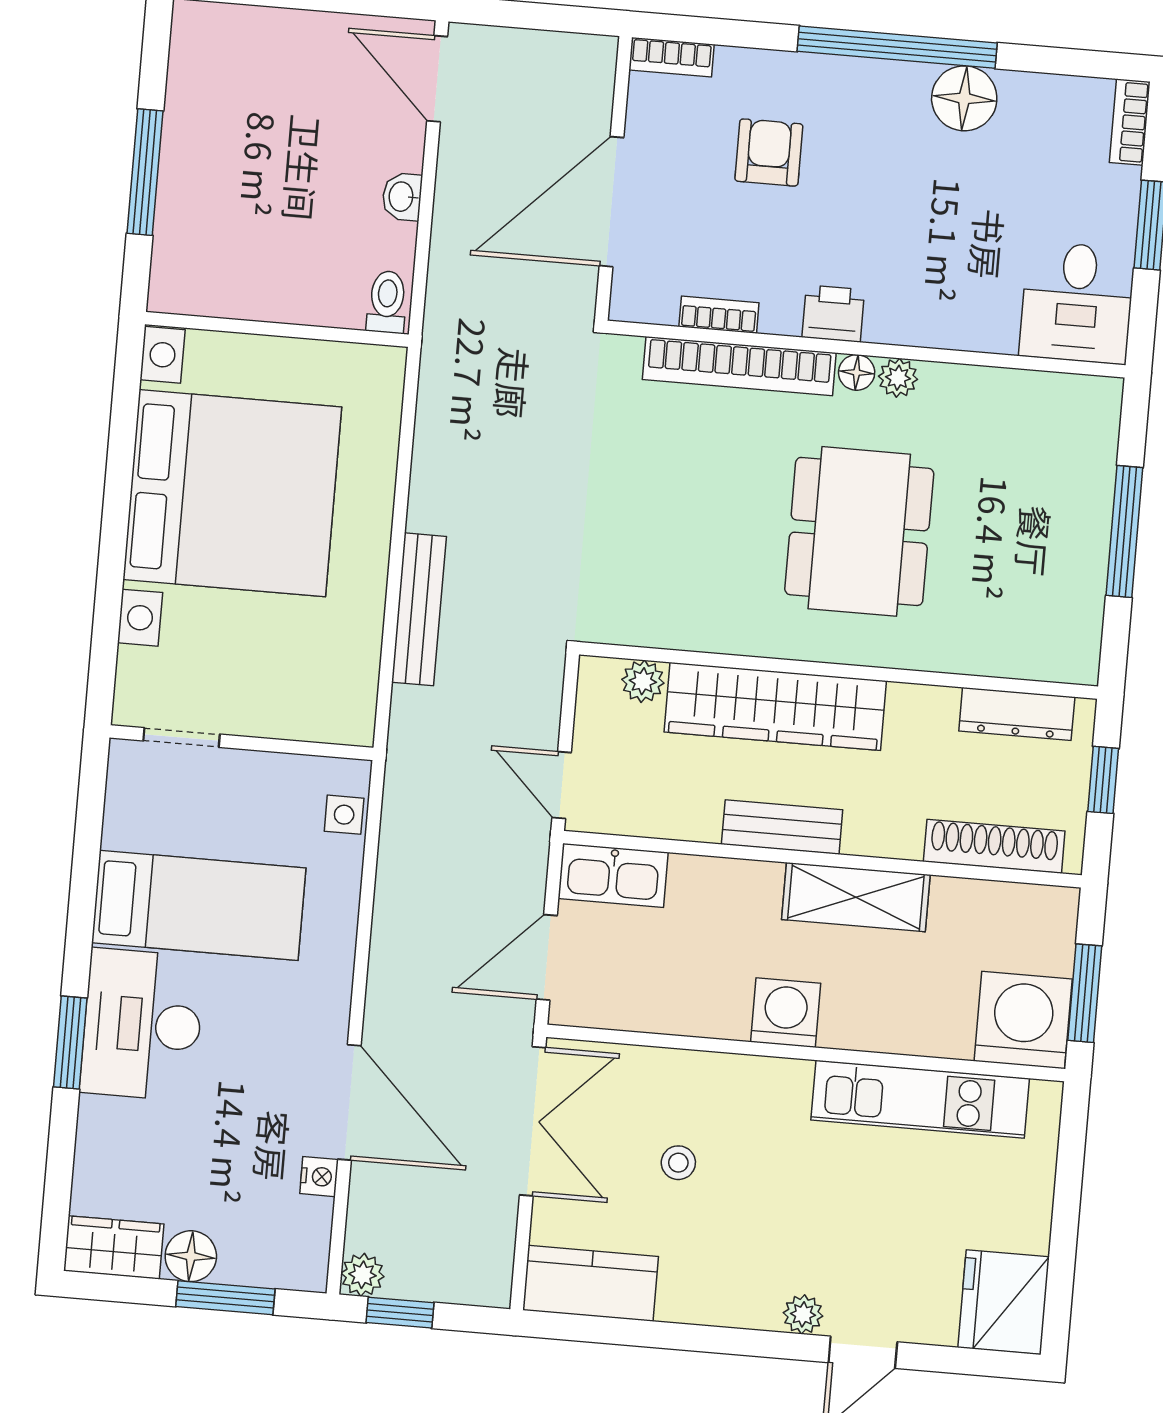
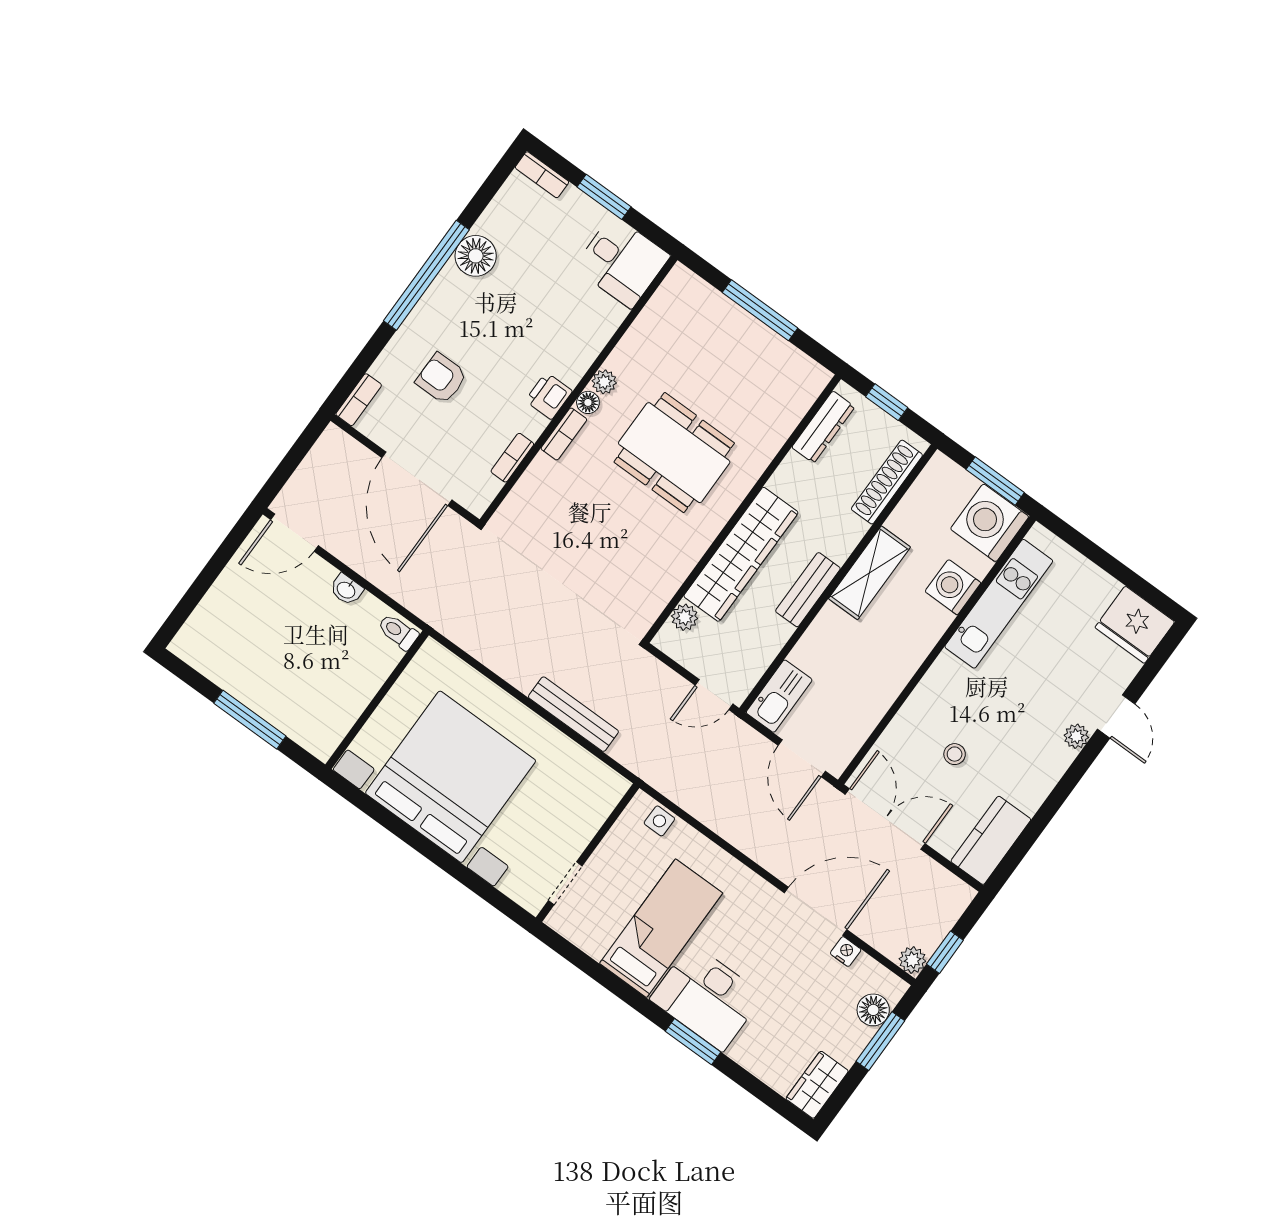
bookcase: (739, 366) -> (564, 434), width x0.43, depth x0.76
washing machine: (786, 1013) -> (953, 587), moved
floor lamp: (191, 1256) -> (873, 1010), moved

